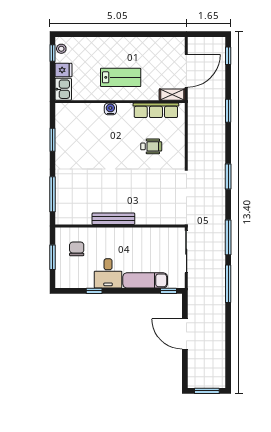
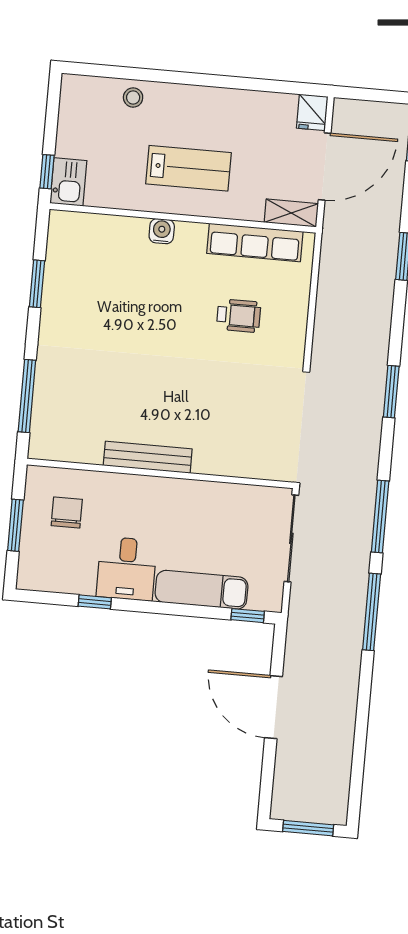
stool: (61, 49) -> (133, 98), moved
window: (52, 53) -> (47, 172), moved
fridge: (63, 70) -> (312, 112), moved, turned 90

